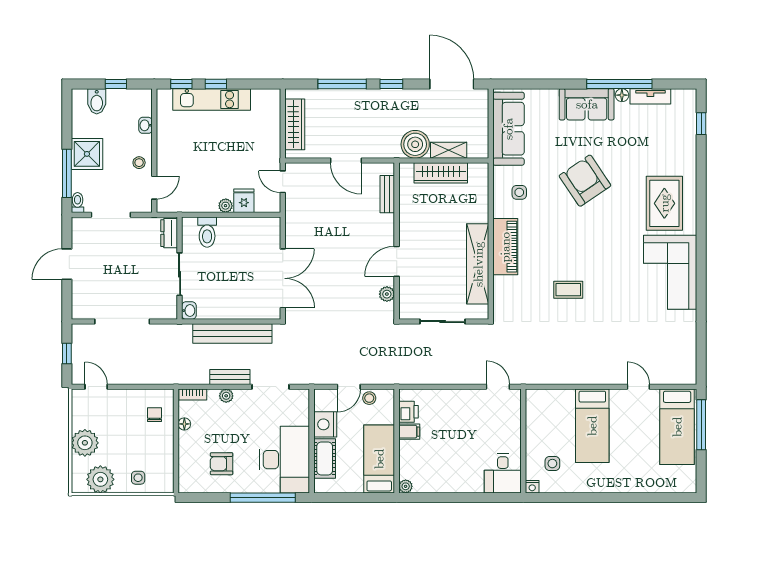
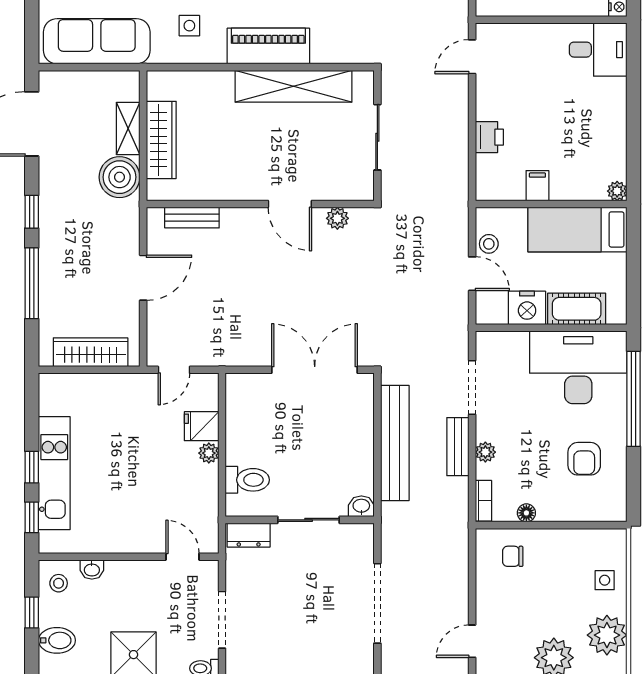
stool: (139, 163) -> (59, 583), moved
printer: (408, 412) -> (489, 137), moved, turned 90

